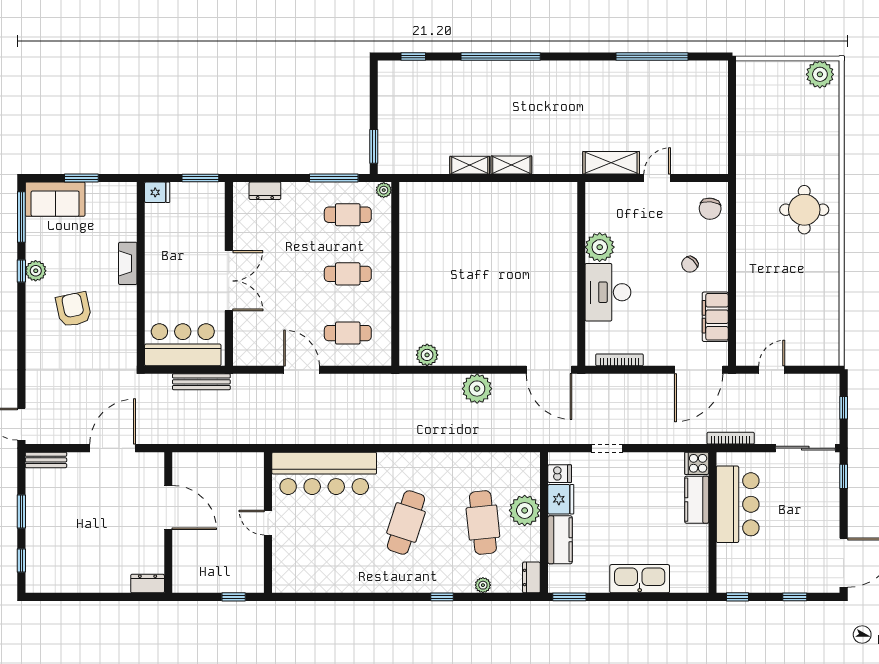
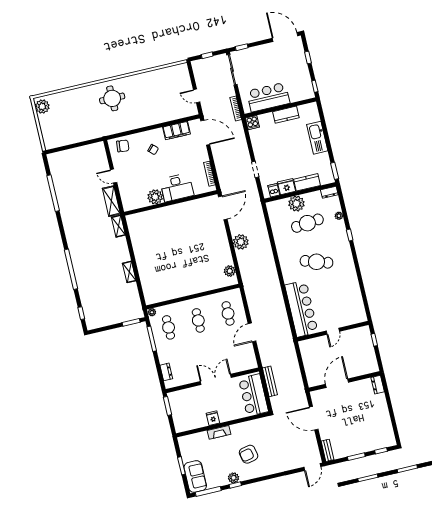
shelving: (511, 165) -> (118, 226), moved
fridge: (157, 192) -> (213, 418), moved
kitchen counter: (697, 500) -> (286, 115), moved

